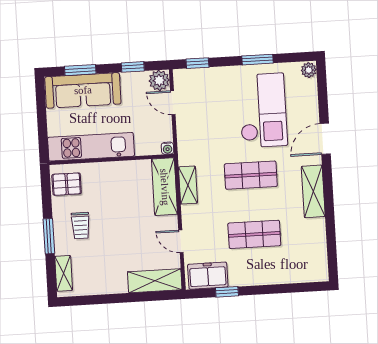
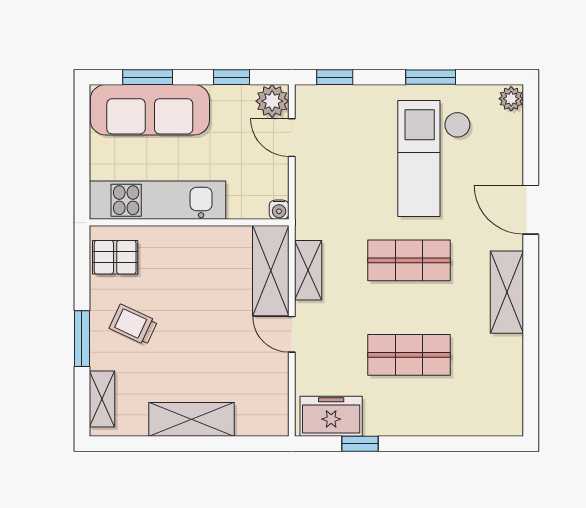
checkout: (263, 110) -> (434, 159), turned 180
door: (325, 139) -> (531, 210), hinge flipped
trolley: (81, 226) -> (133, 325), turned 115
door: (181, 241) -> (292, 334), moved
shelving: (155, 281) -> (191, 419), moved

